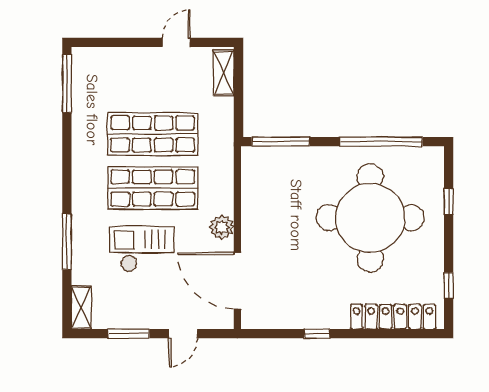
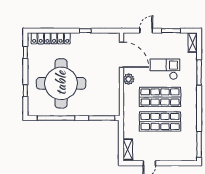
checkout: (142, 249) -> (165, 69), turned 180

